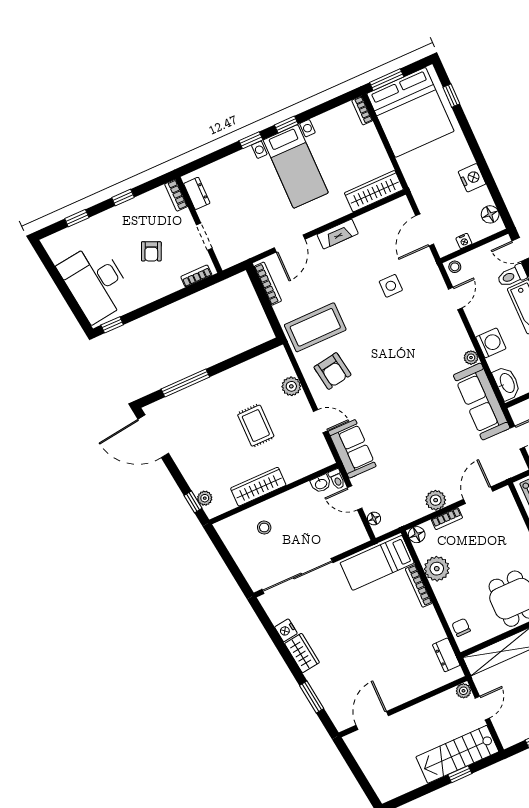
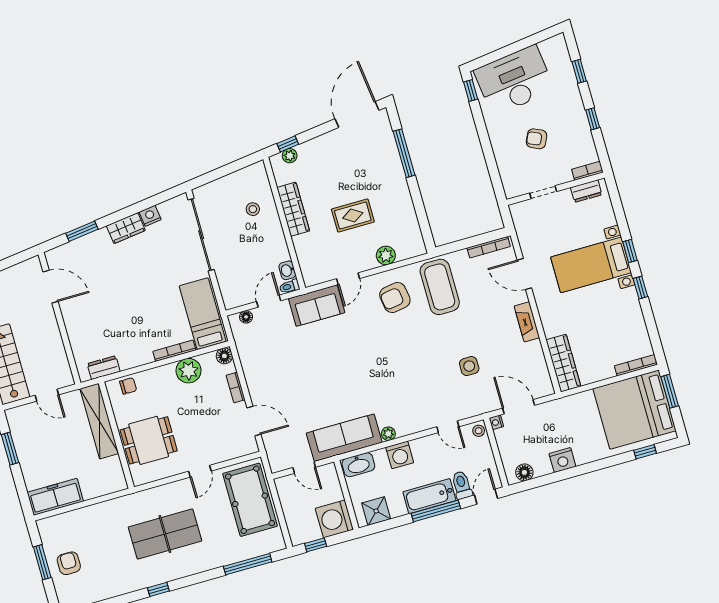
bookcase: (362, 111) -> (636, 365), width x1.56
bed with nightstands: (296, 166) -> (591, 265), moved
nightstand: (464, 241) -> (496, 422), moved
bookcase: (196, 276) -> (506, 179), removed
plant: (436, 500) -> (255, 379), removed
plant: (463, 691) -> (66, 379), removed

